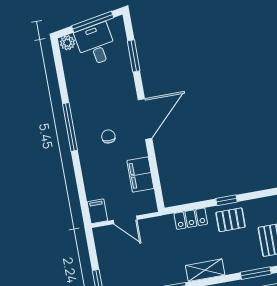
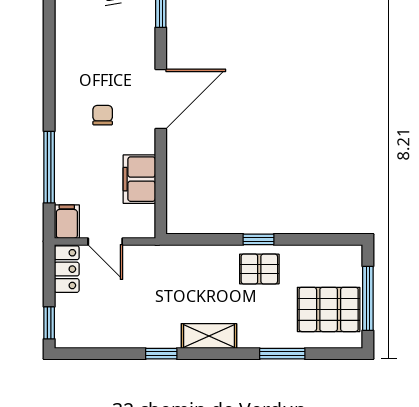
window: (70, 127) -> (49, 167), moved
locker: (191, 219) -> (67, 269), moved, turned -90

